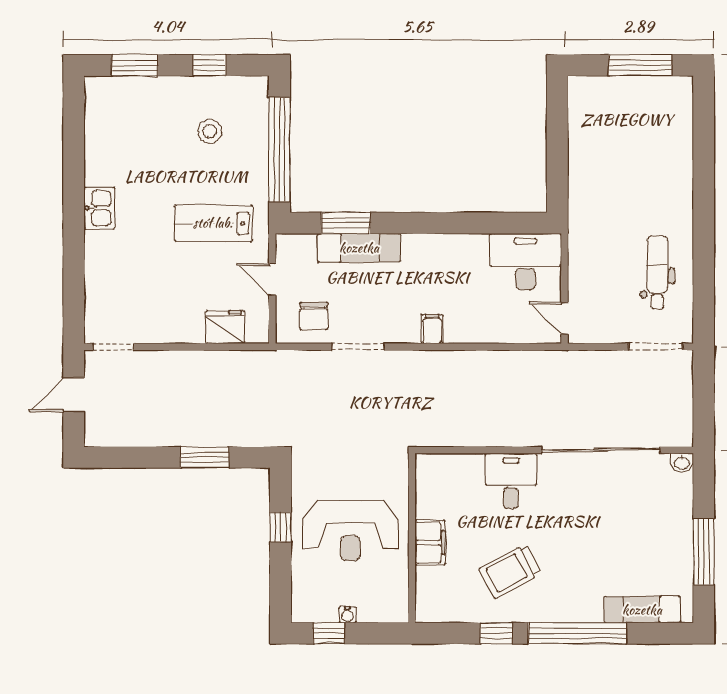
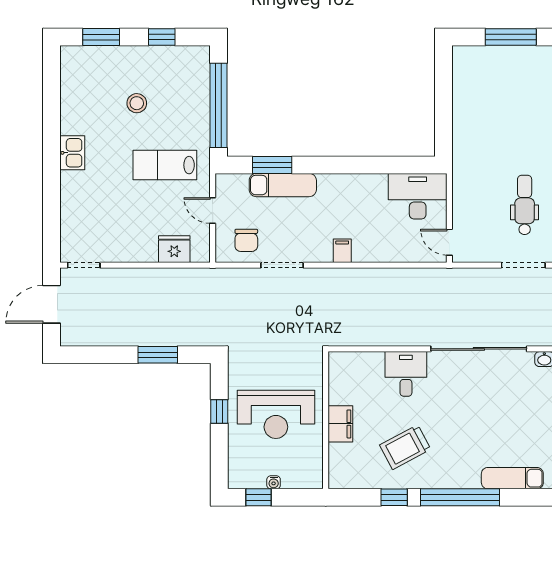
stool: (210, 131) -> (137, 103), moved
door: (74, 395) -> (52, 304), width x1.38

